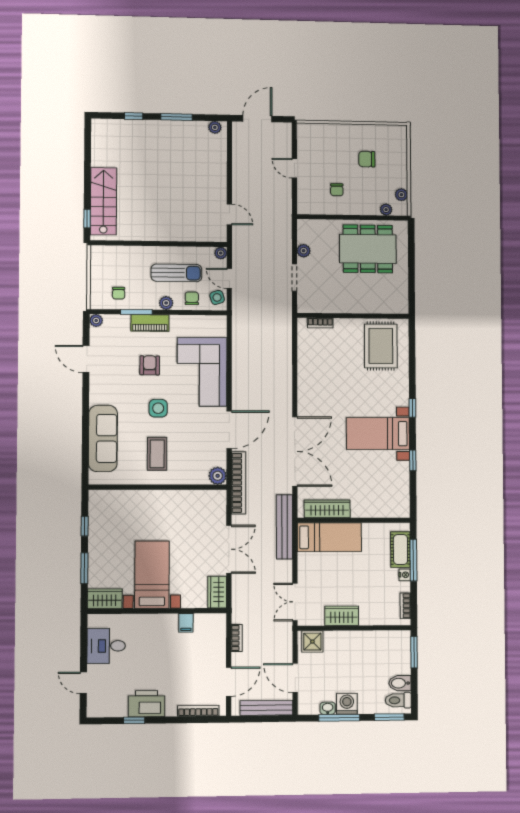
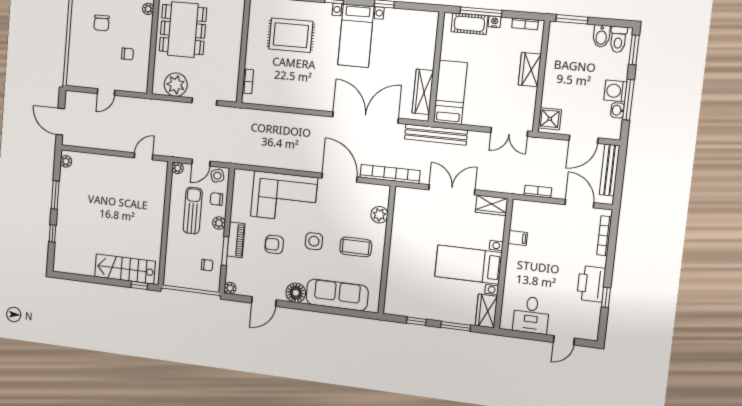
plant: (304, 251) -> (176, 85), width x1.88, depth x1.88
rug: (381, 346) -> (291, 35), moved
floor lamp: (100, 393) -> (296, 293), added
plant: (218, 476) -> (379, 215), moved
wardrobe: (342, 616) -> (530, 70), moved

